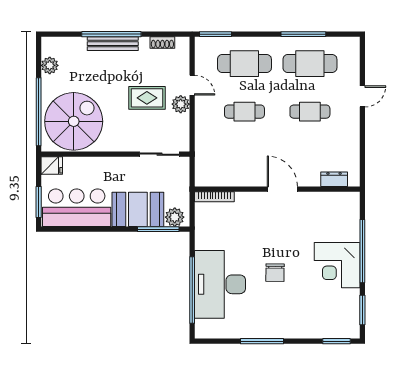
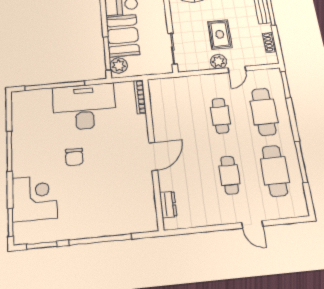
corner desk: (337, 265) -> (35, 198), moved, turned 90
chair: (275, 273) -> (74, 157), turned -91
desk: (220, 284) -> (84, 107), moved

